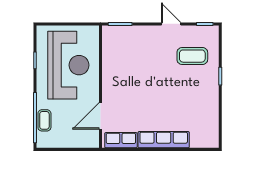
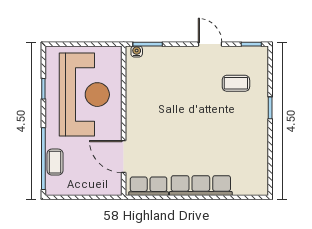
water cooler: (111, 30) -> (137, 51), added
coffee table: (192, 56) -> (236, 83), width x0.73, depth x0.77
door: (101, 116) -> (124, 157), hinge flipped

